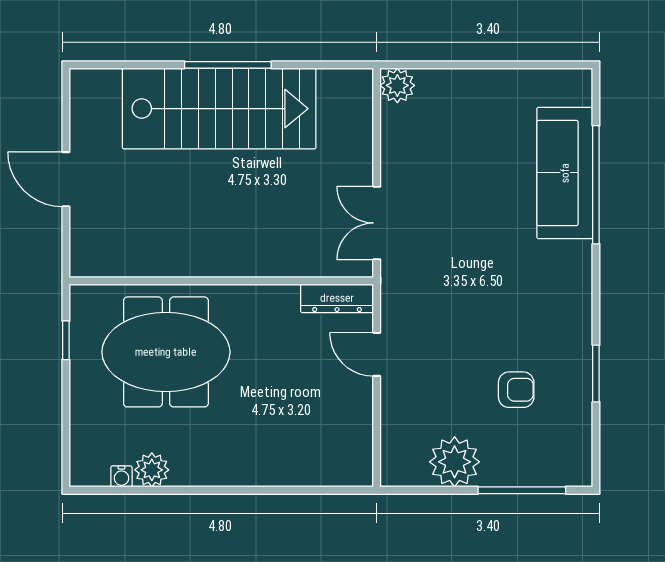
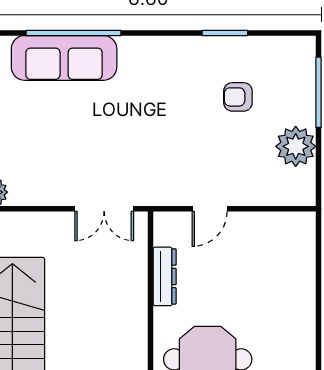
dresser: (337, 298) -> (165, 276), moved
armchair: (516, 390) -> (238, 97), turned -90

